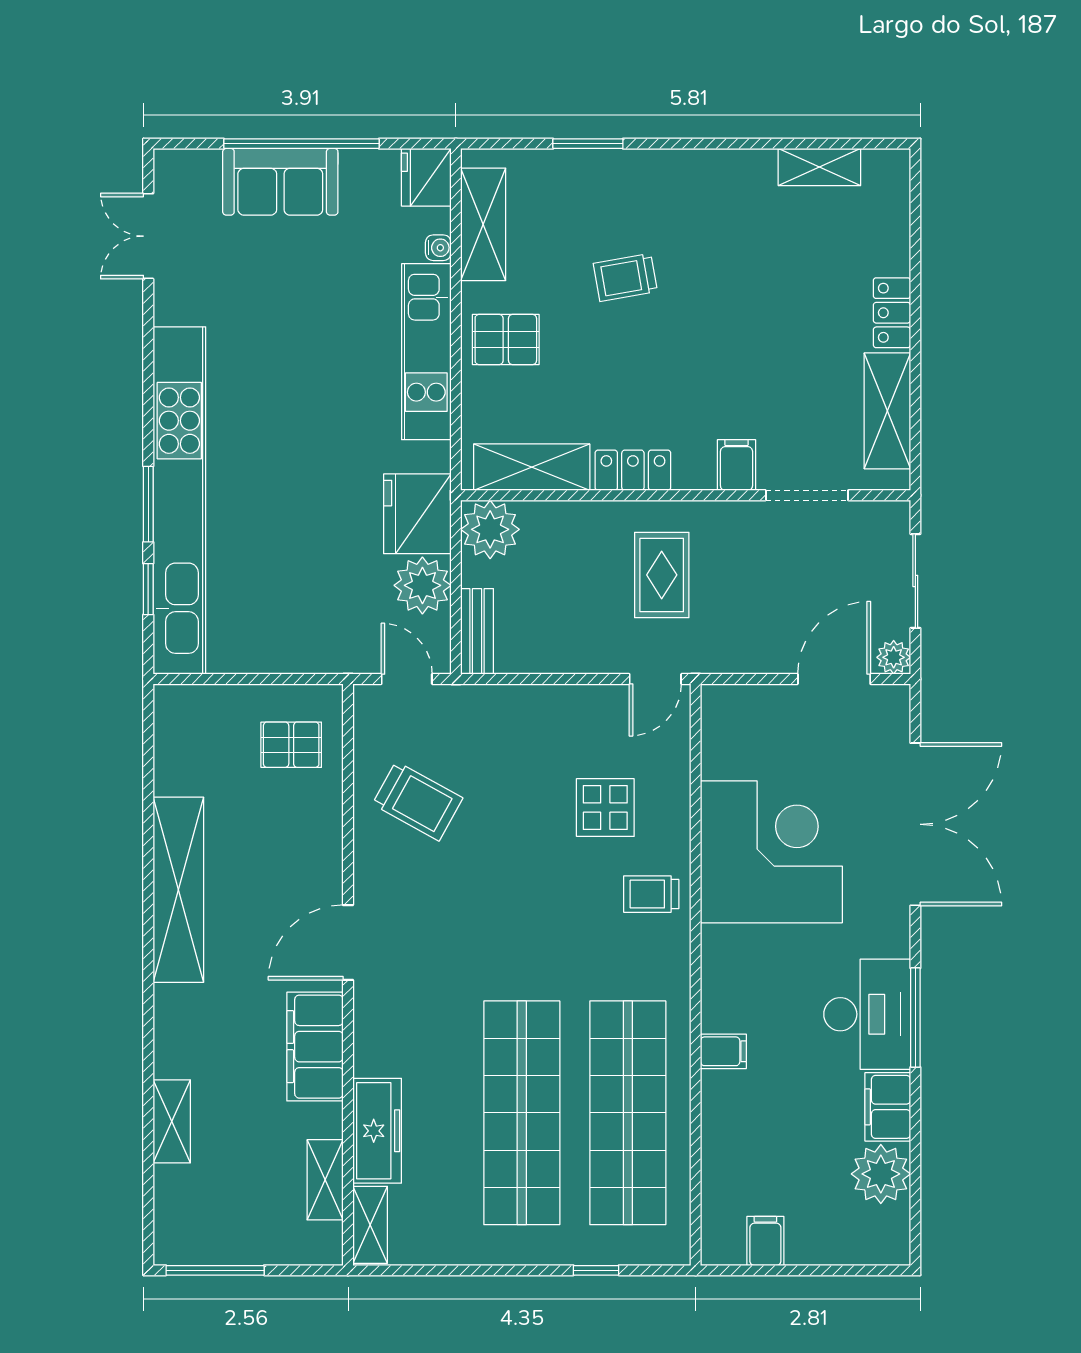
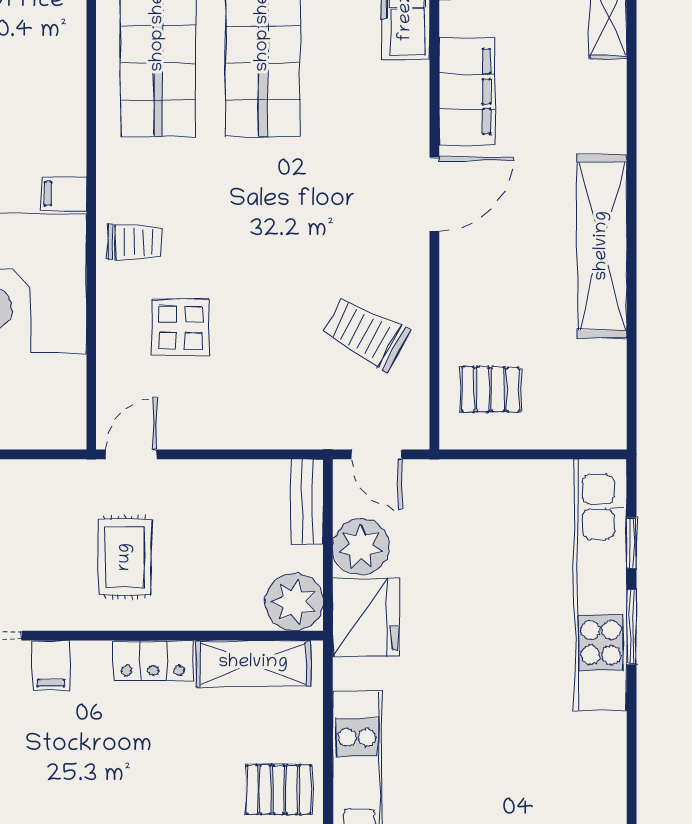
kitchen unit: (179, 501) -> (601, 585), width x0.73
filing cabinet: (723, 1051) -> (64, 194), moved

